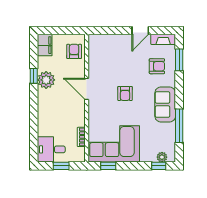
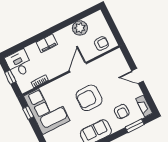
door: (140, 31) -> (137, 76), moved
filing cabinet: (45, 45) -> (47, 43), moved
window: (34, 76) -> (68, 22), removed
plant: (46, 80) -> (80, 28), moved
armchair: (125, 93) -> (89, 98), width x1.88, depth x1.88

